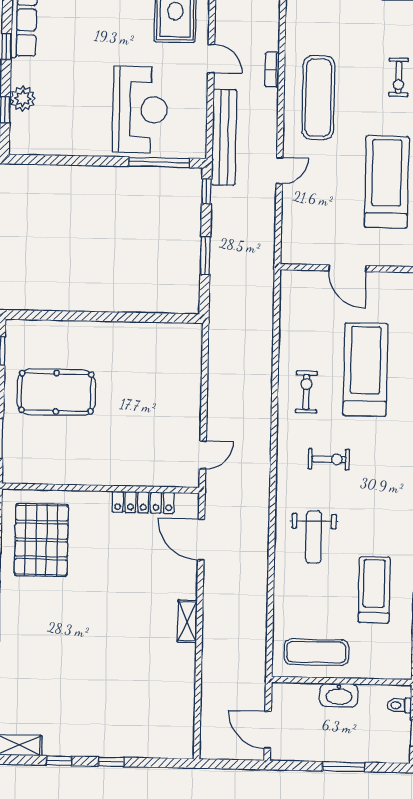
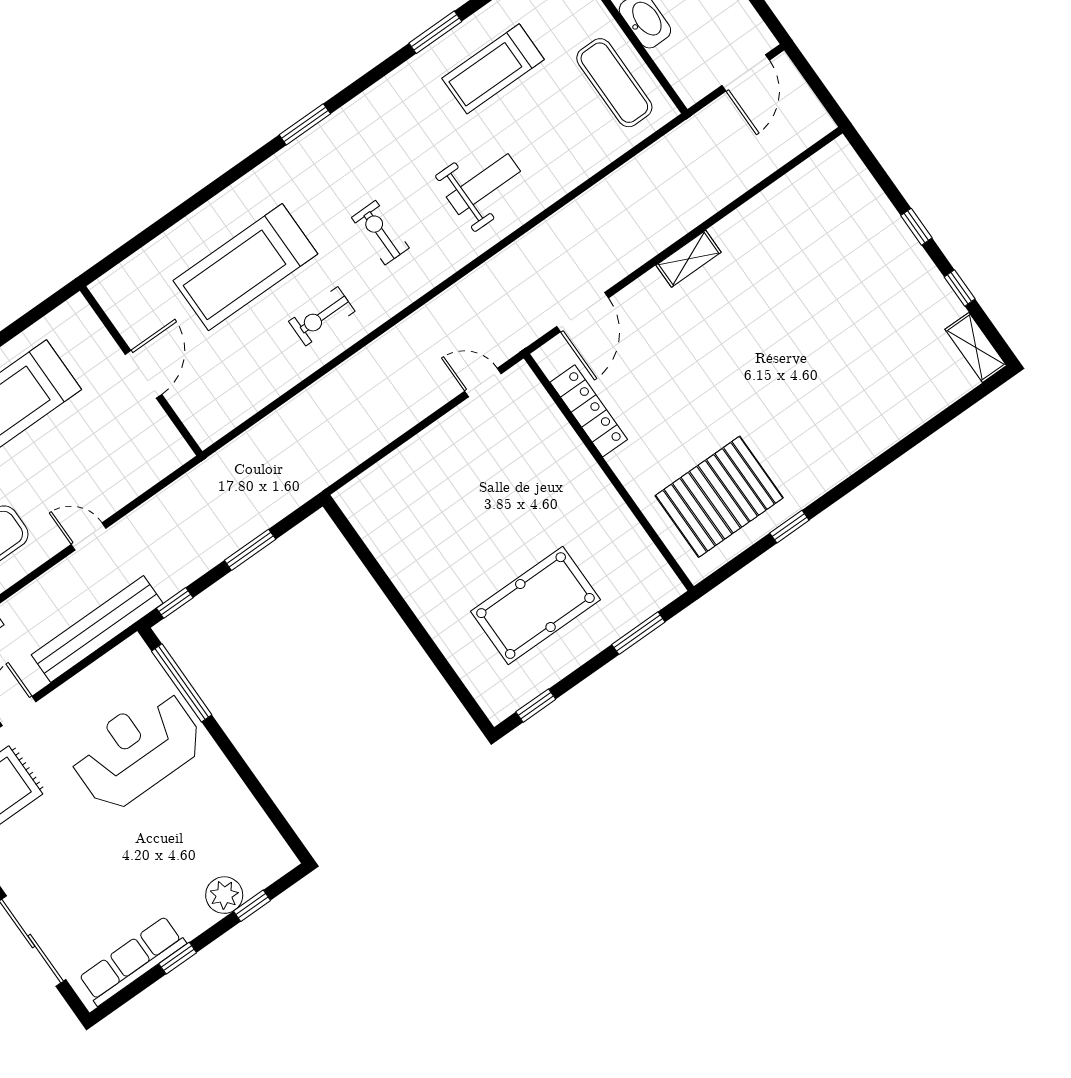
pool table: (56, 392) -> (535, 606), turned 90

